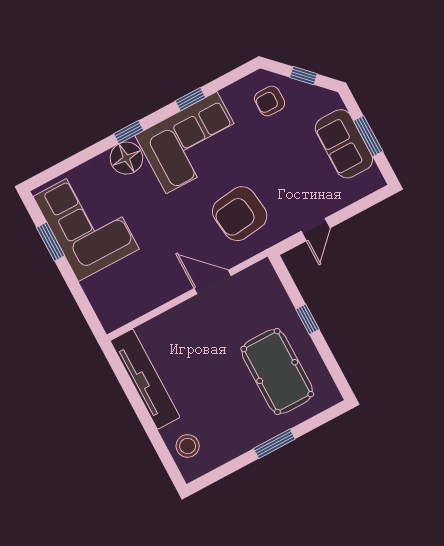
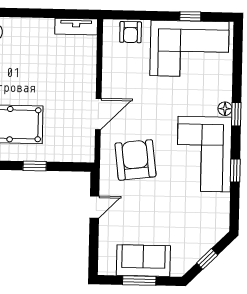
armchair: (270, 101) -> (131, 32), moved, turned 180
floor lamp: (126, 158) -> (225, 109), width x0.53, depth x0.53
door: (316, 230) -> (94, 207), swing flipped
window: (51, 242) -> (190, 16), width x0.67
tv unit: (145, 379) -> (76, 27), width x0.52, depth x0.78

